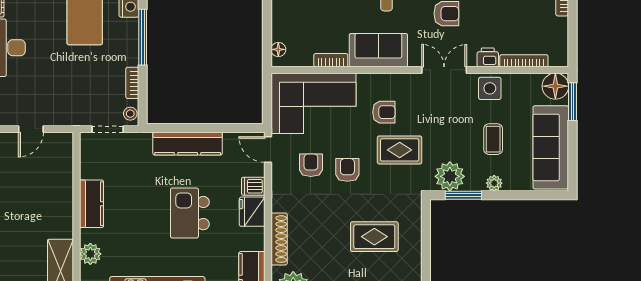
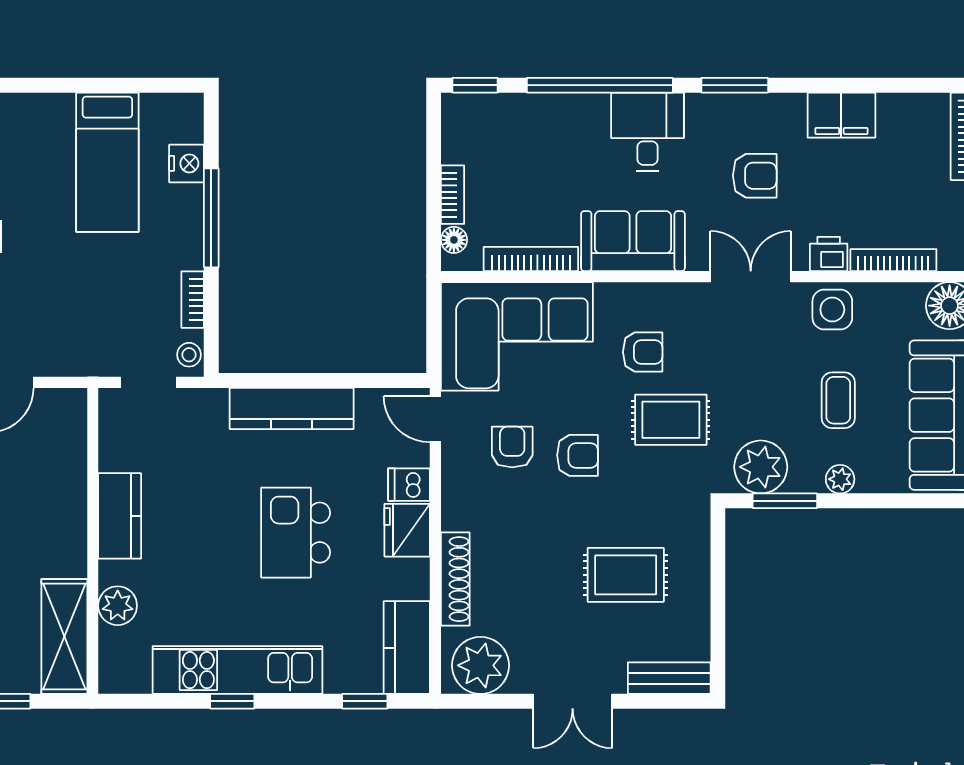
bookcase: (278, 24) -> (453, 195), added
bookcase: (331, 60) -> (531, 259), width x1.56
armchair: (347, 170) -> (578, 455), turned 90

